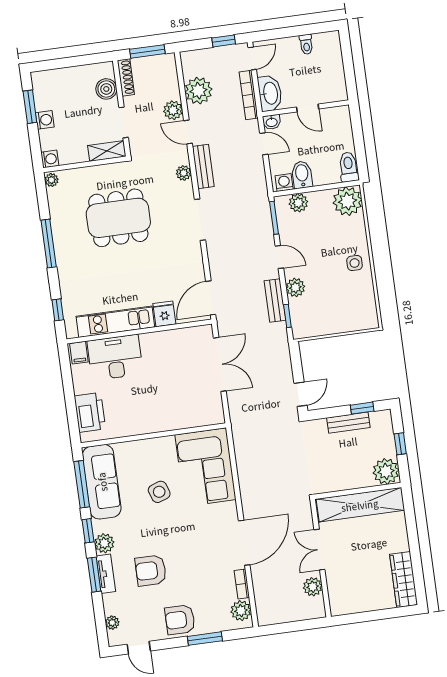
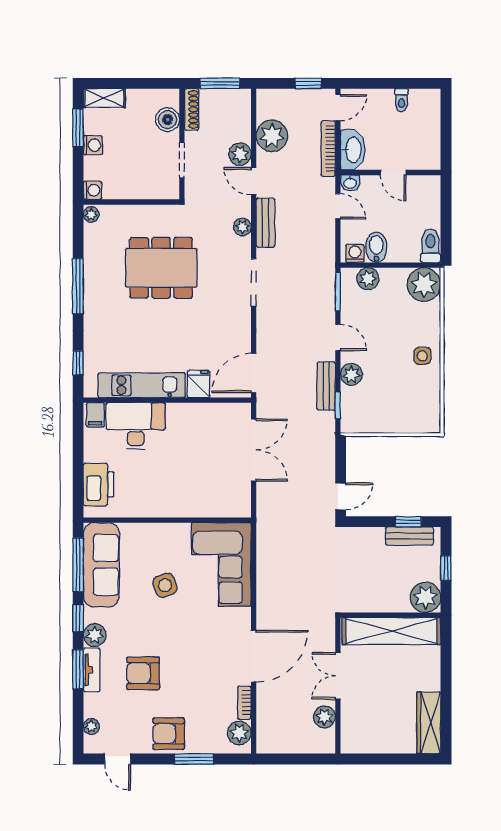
shelving: (107, 151) -> (104, 98), moved
bench: (348, 423) -> (409, 536), moved

